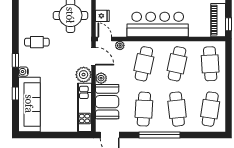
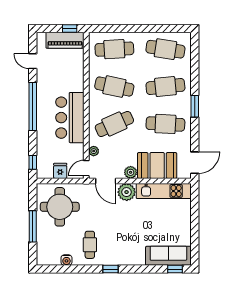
bar counter: (158, 24) -> (70, 118), width x0.73
door: (93, 56) -> (106, 181), swing flipped
cafe table: (144, 64) -> (114, 124), turned -36
water cooler: (23, 72) -> (66, 260), moved
window: (15, 94) -> (175, 269), moved
sofa: (29, 104) -> (168, 256), width x0.74, depth x0.79
window: (160, 135) -> (195, 106), width x0.47

